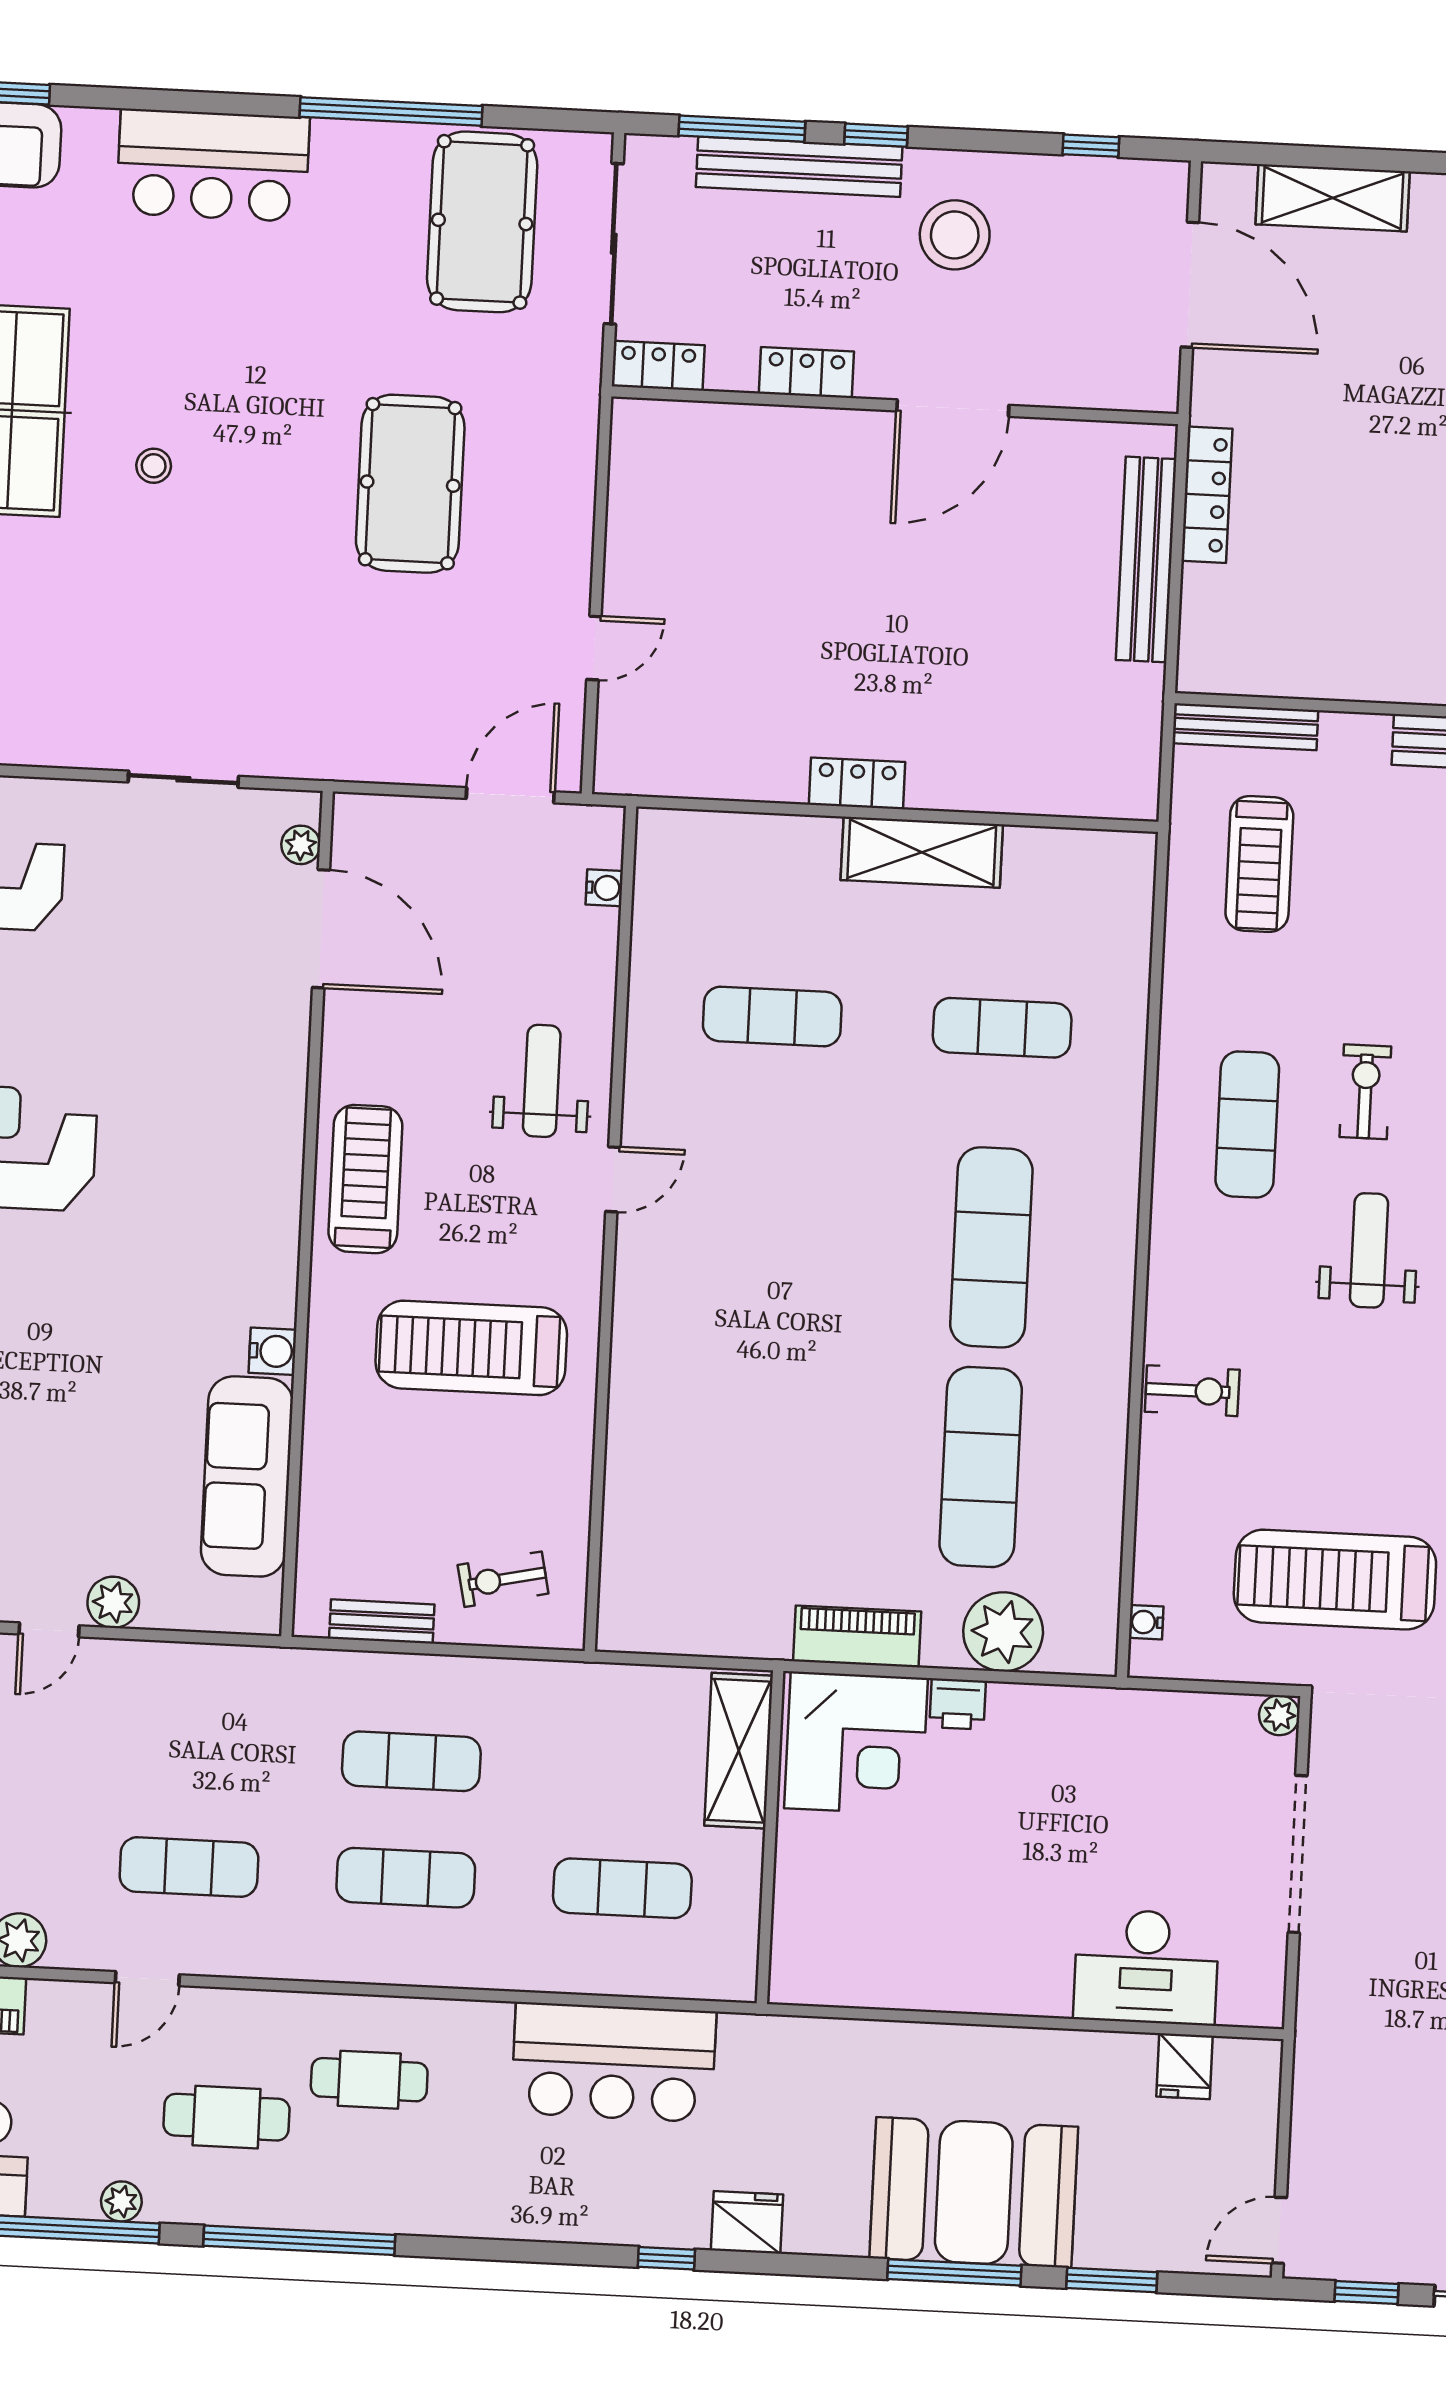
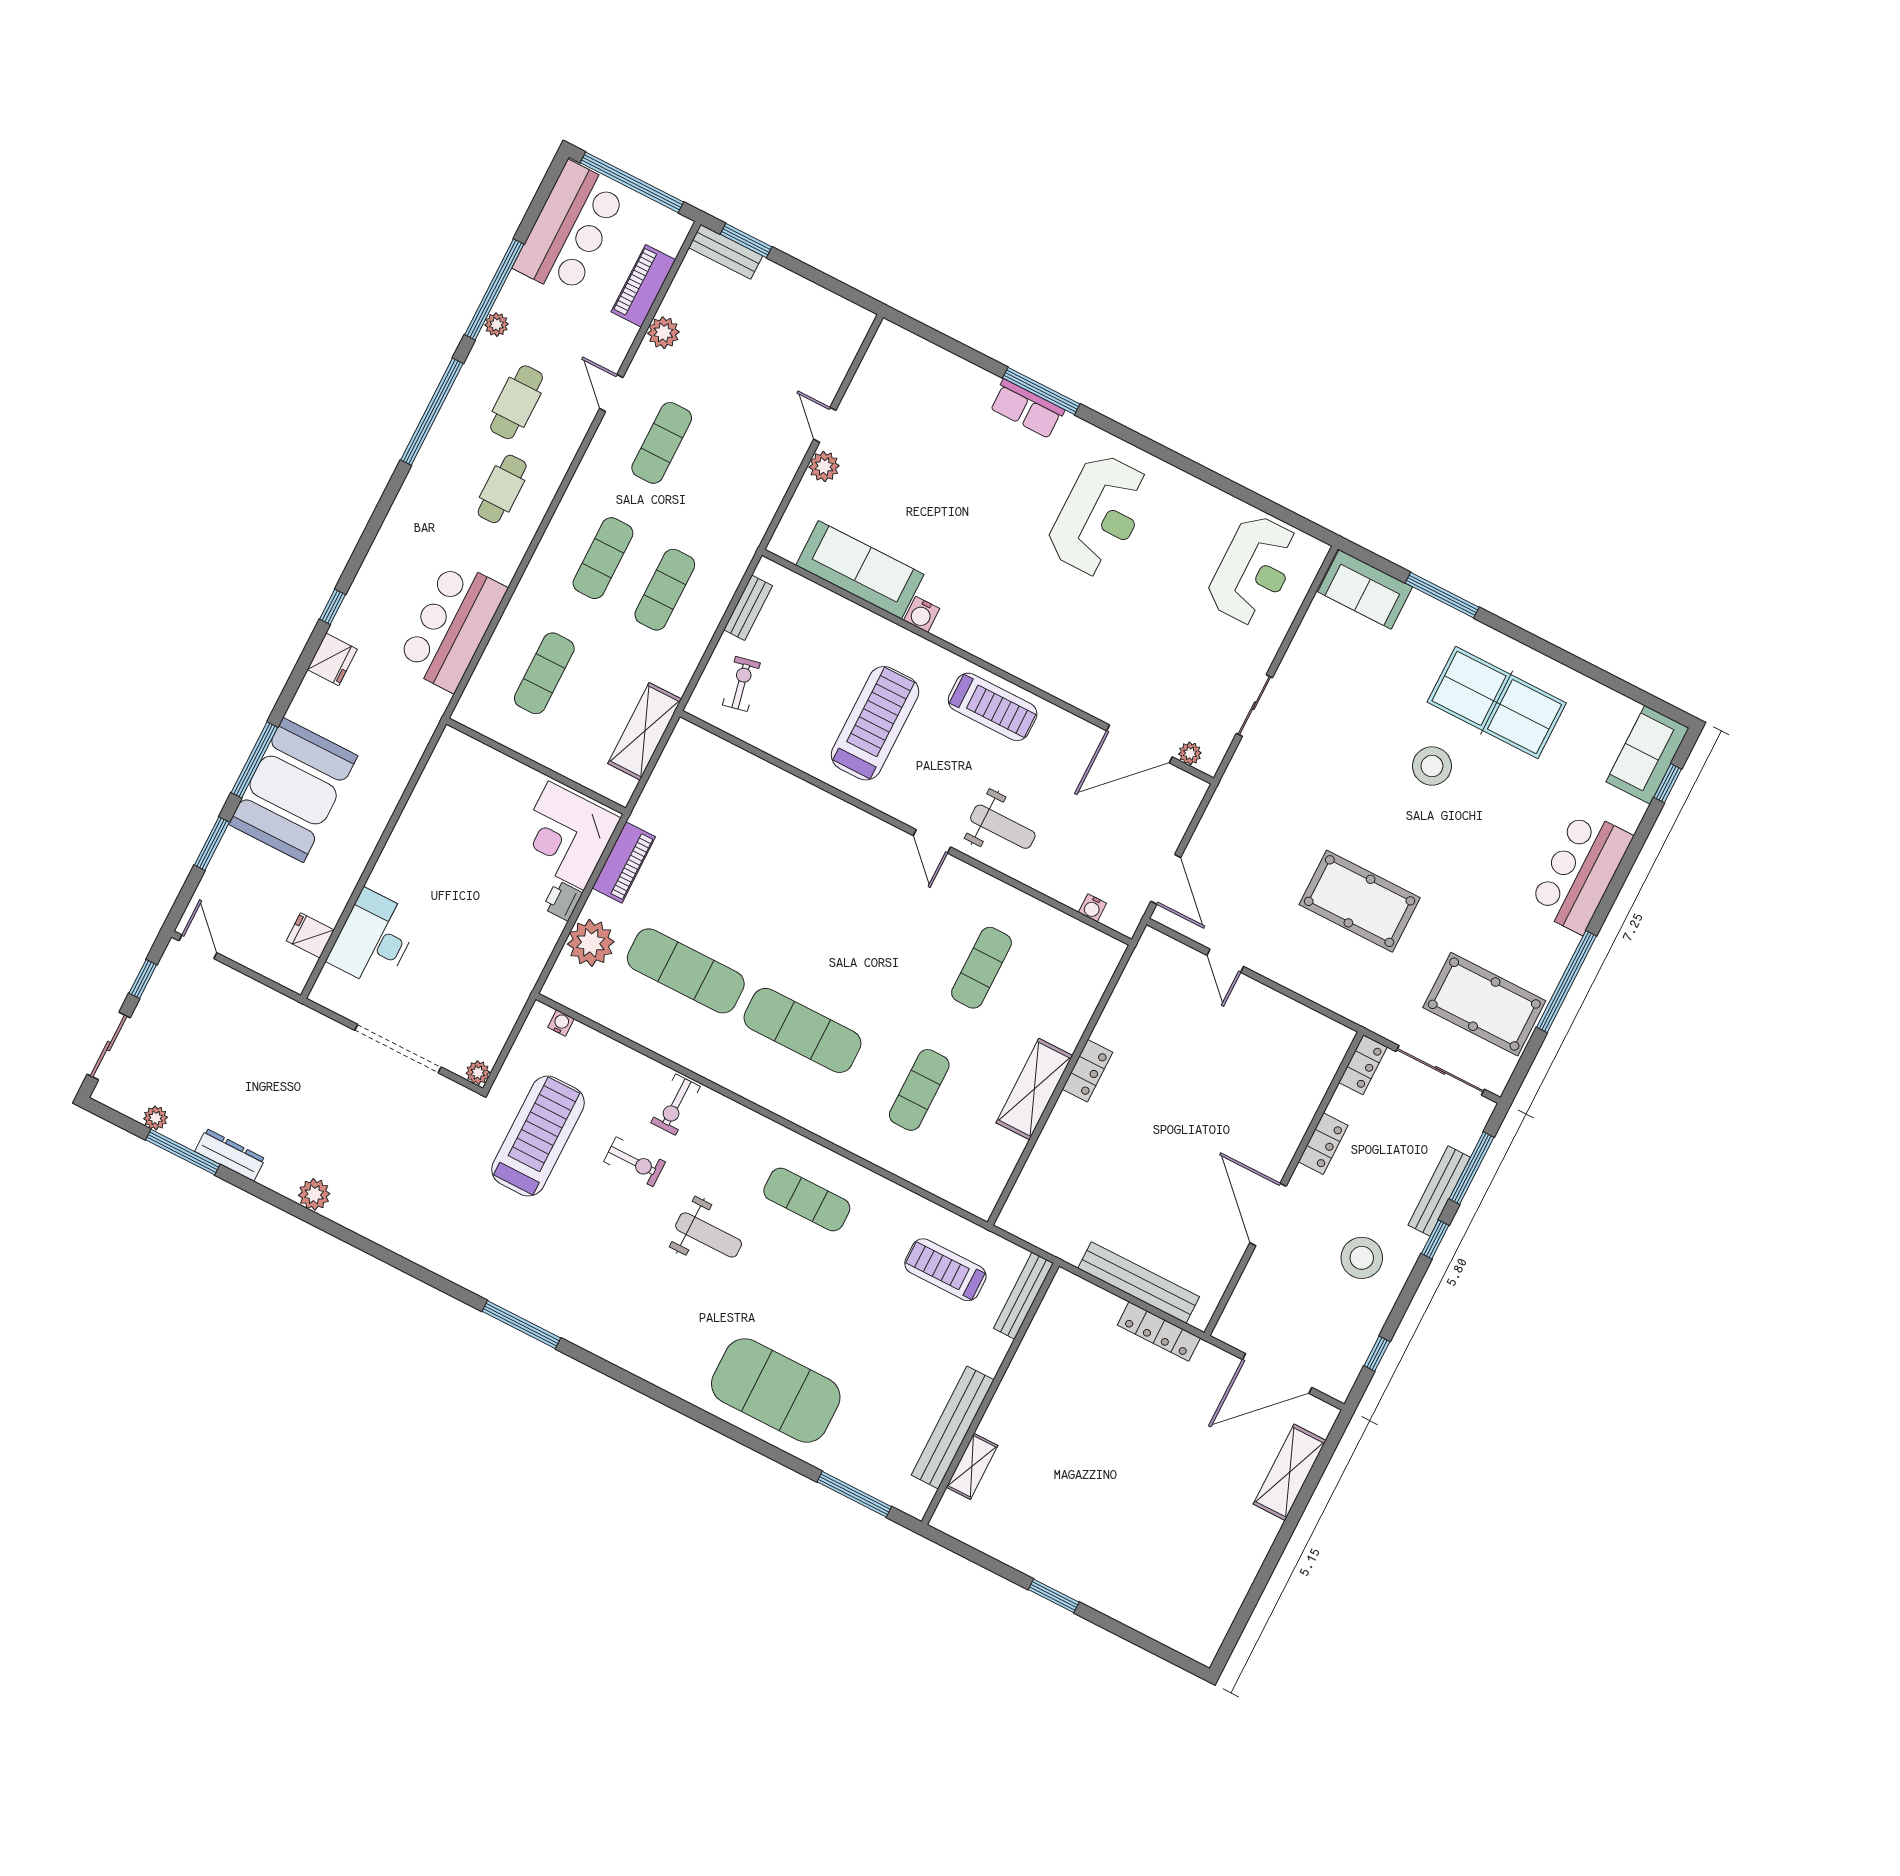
bench: (799, 167) -> (1439, 1191), width x0.73, depth x0.82
stool: (154, 466) -> (1432, 766), width x1.89, depth x1.89
exercise bike: (1365, 1092) -> (635, 1162), moved
shelving: (739, 1751) -> (645, 731), moved, turned 90

